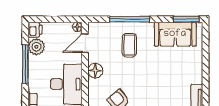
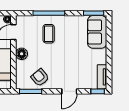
sofa: (175, 34) -> (97, 32), moved, turned 90

